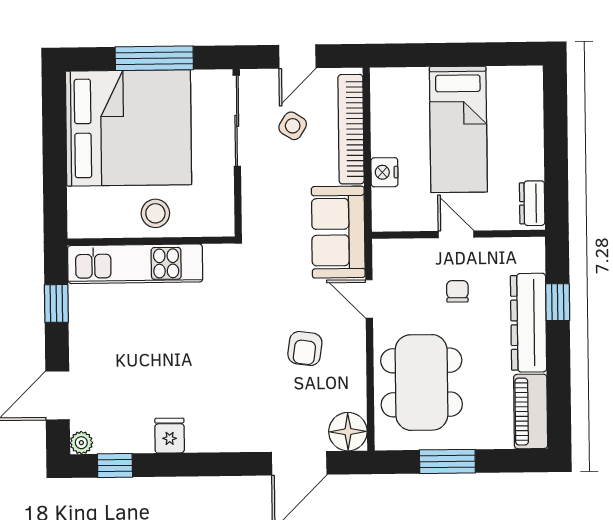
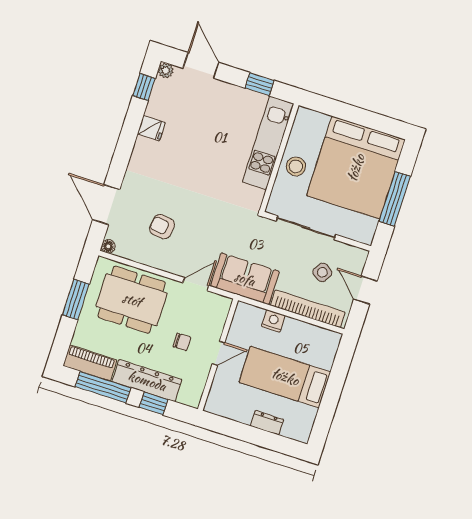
sliding door: (237, 121) -> (306, 228), moved
dresser: (532, 203) -> (267, 423), moved
armchair: (305, 348) -> (162, 227), moved
window: (559, 382) -> (103, 387), added
floor lamp: (348, 432) -> (108, 246), width x0.53, depth x0.53

